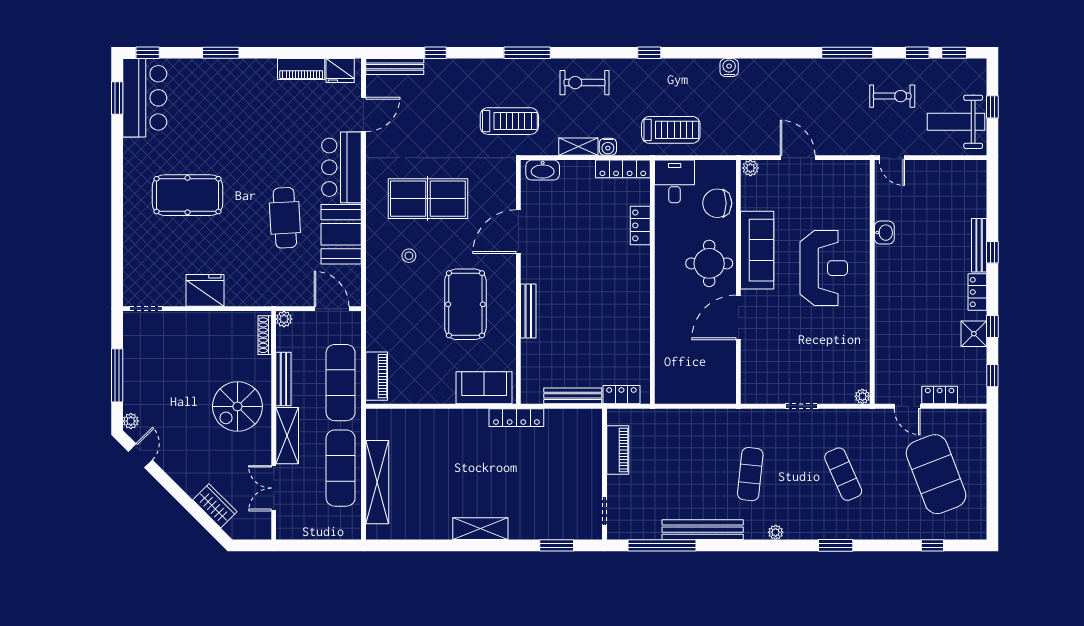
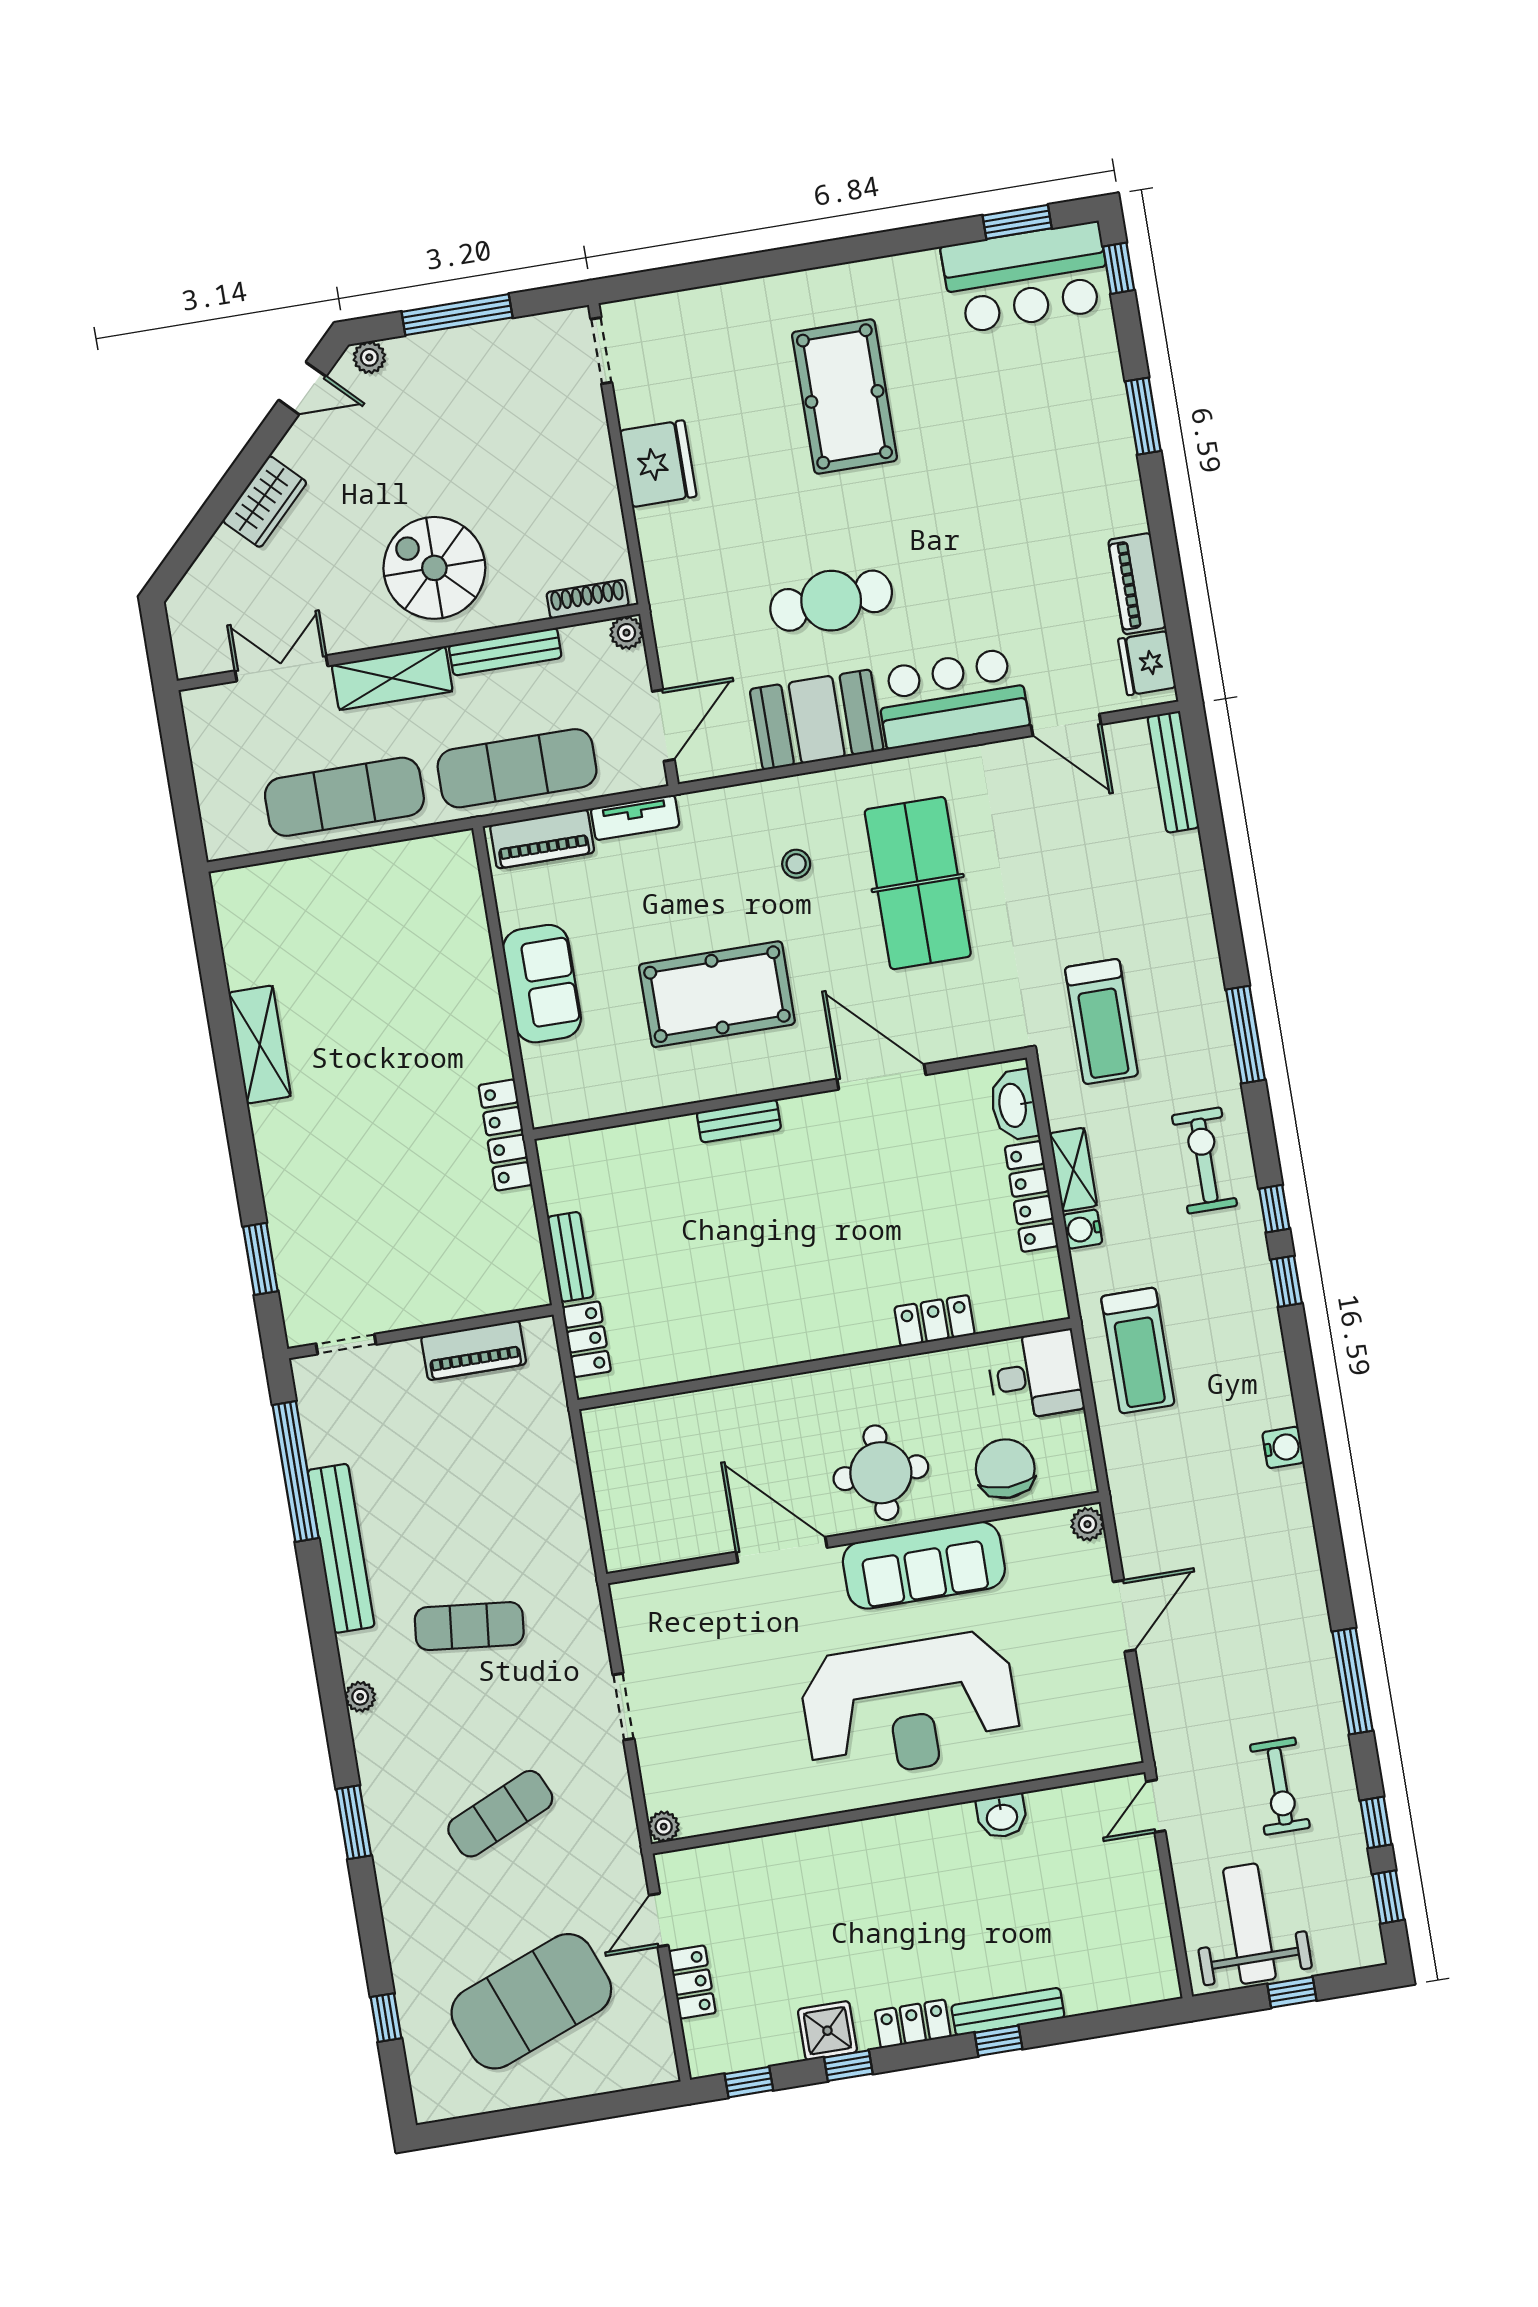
window: (436, 53) -> (1274, 1209), moved
locker: (623, 169) -> (1031, 1196), moved
reception desk: (824, 268) -> (910, 1706), width x1.36, depth x1.30
bench: (528, 311) -> (739, 1121), width x0.73
tv unit: (374, 330) -> (635, 817), added
sofa: (484, 388) -> (542, 984), moved
bench: (573, 396) -> (570, 1257), width x0.73
shelving: (377, 482) -> (328, 875), removed
wardrobe: (215, 506) -> (265, 502), moved
shelving: (480, 529) -> (260, 1044), moved

